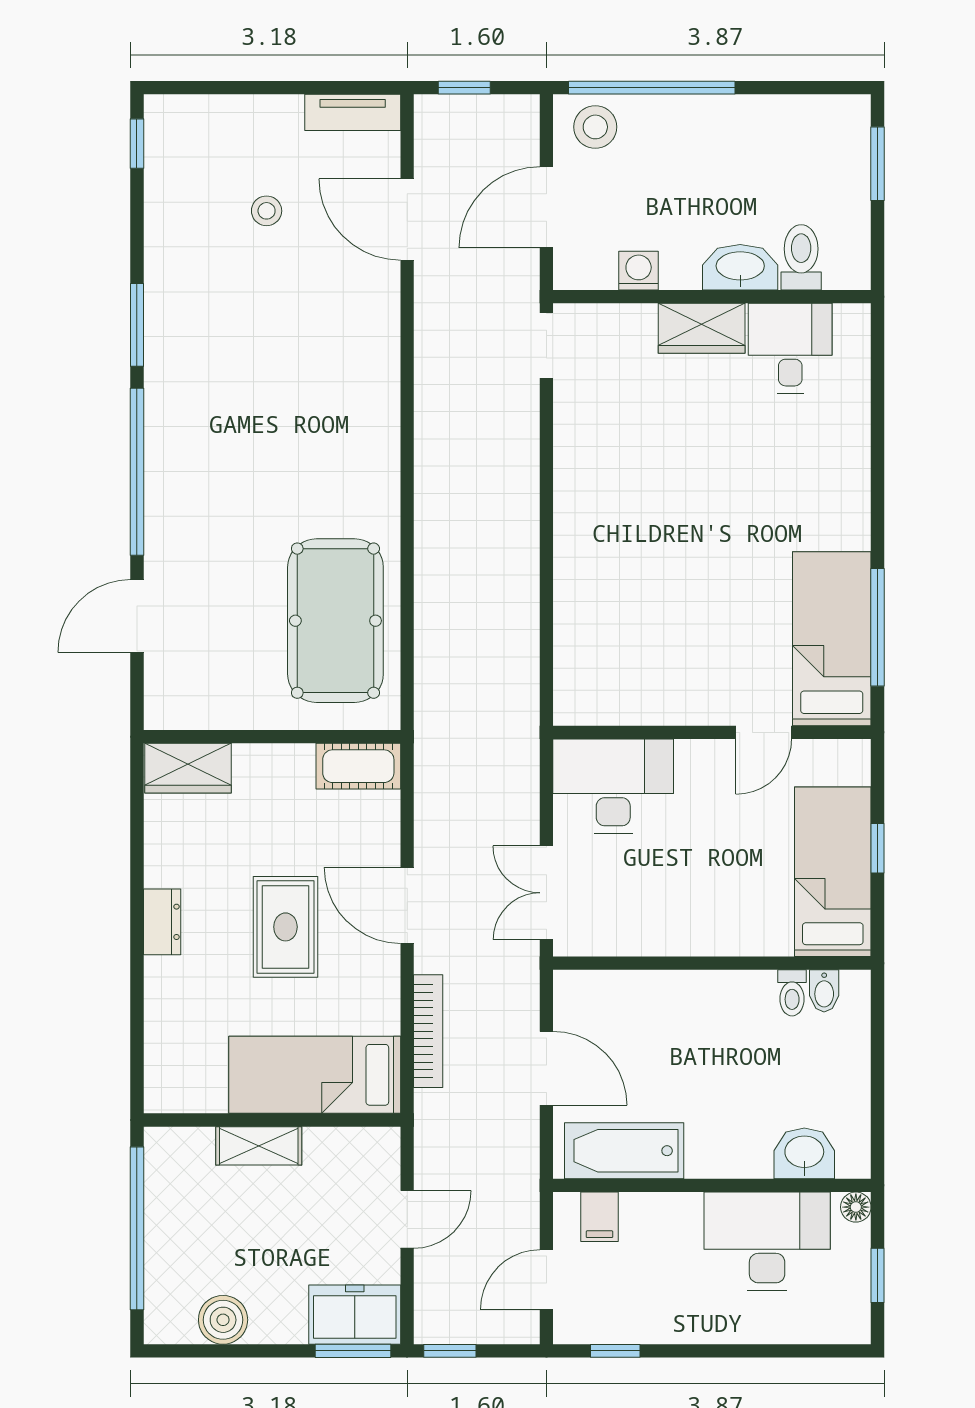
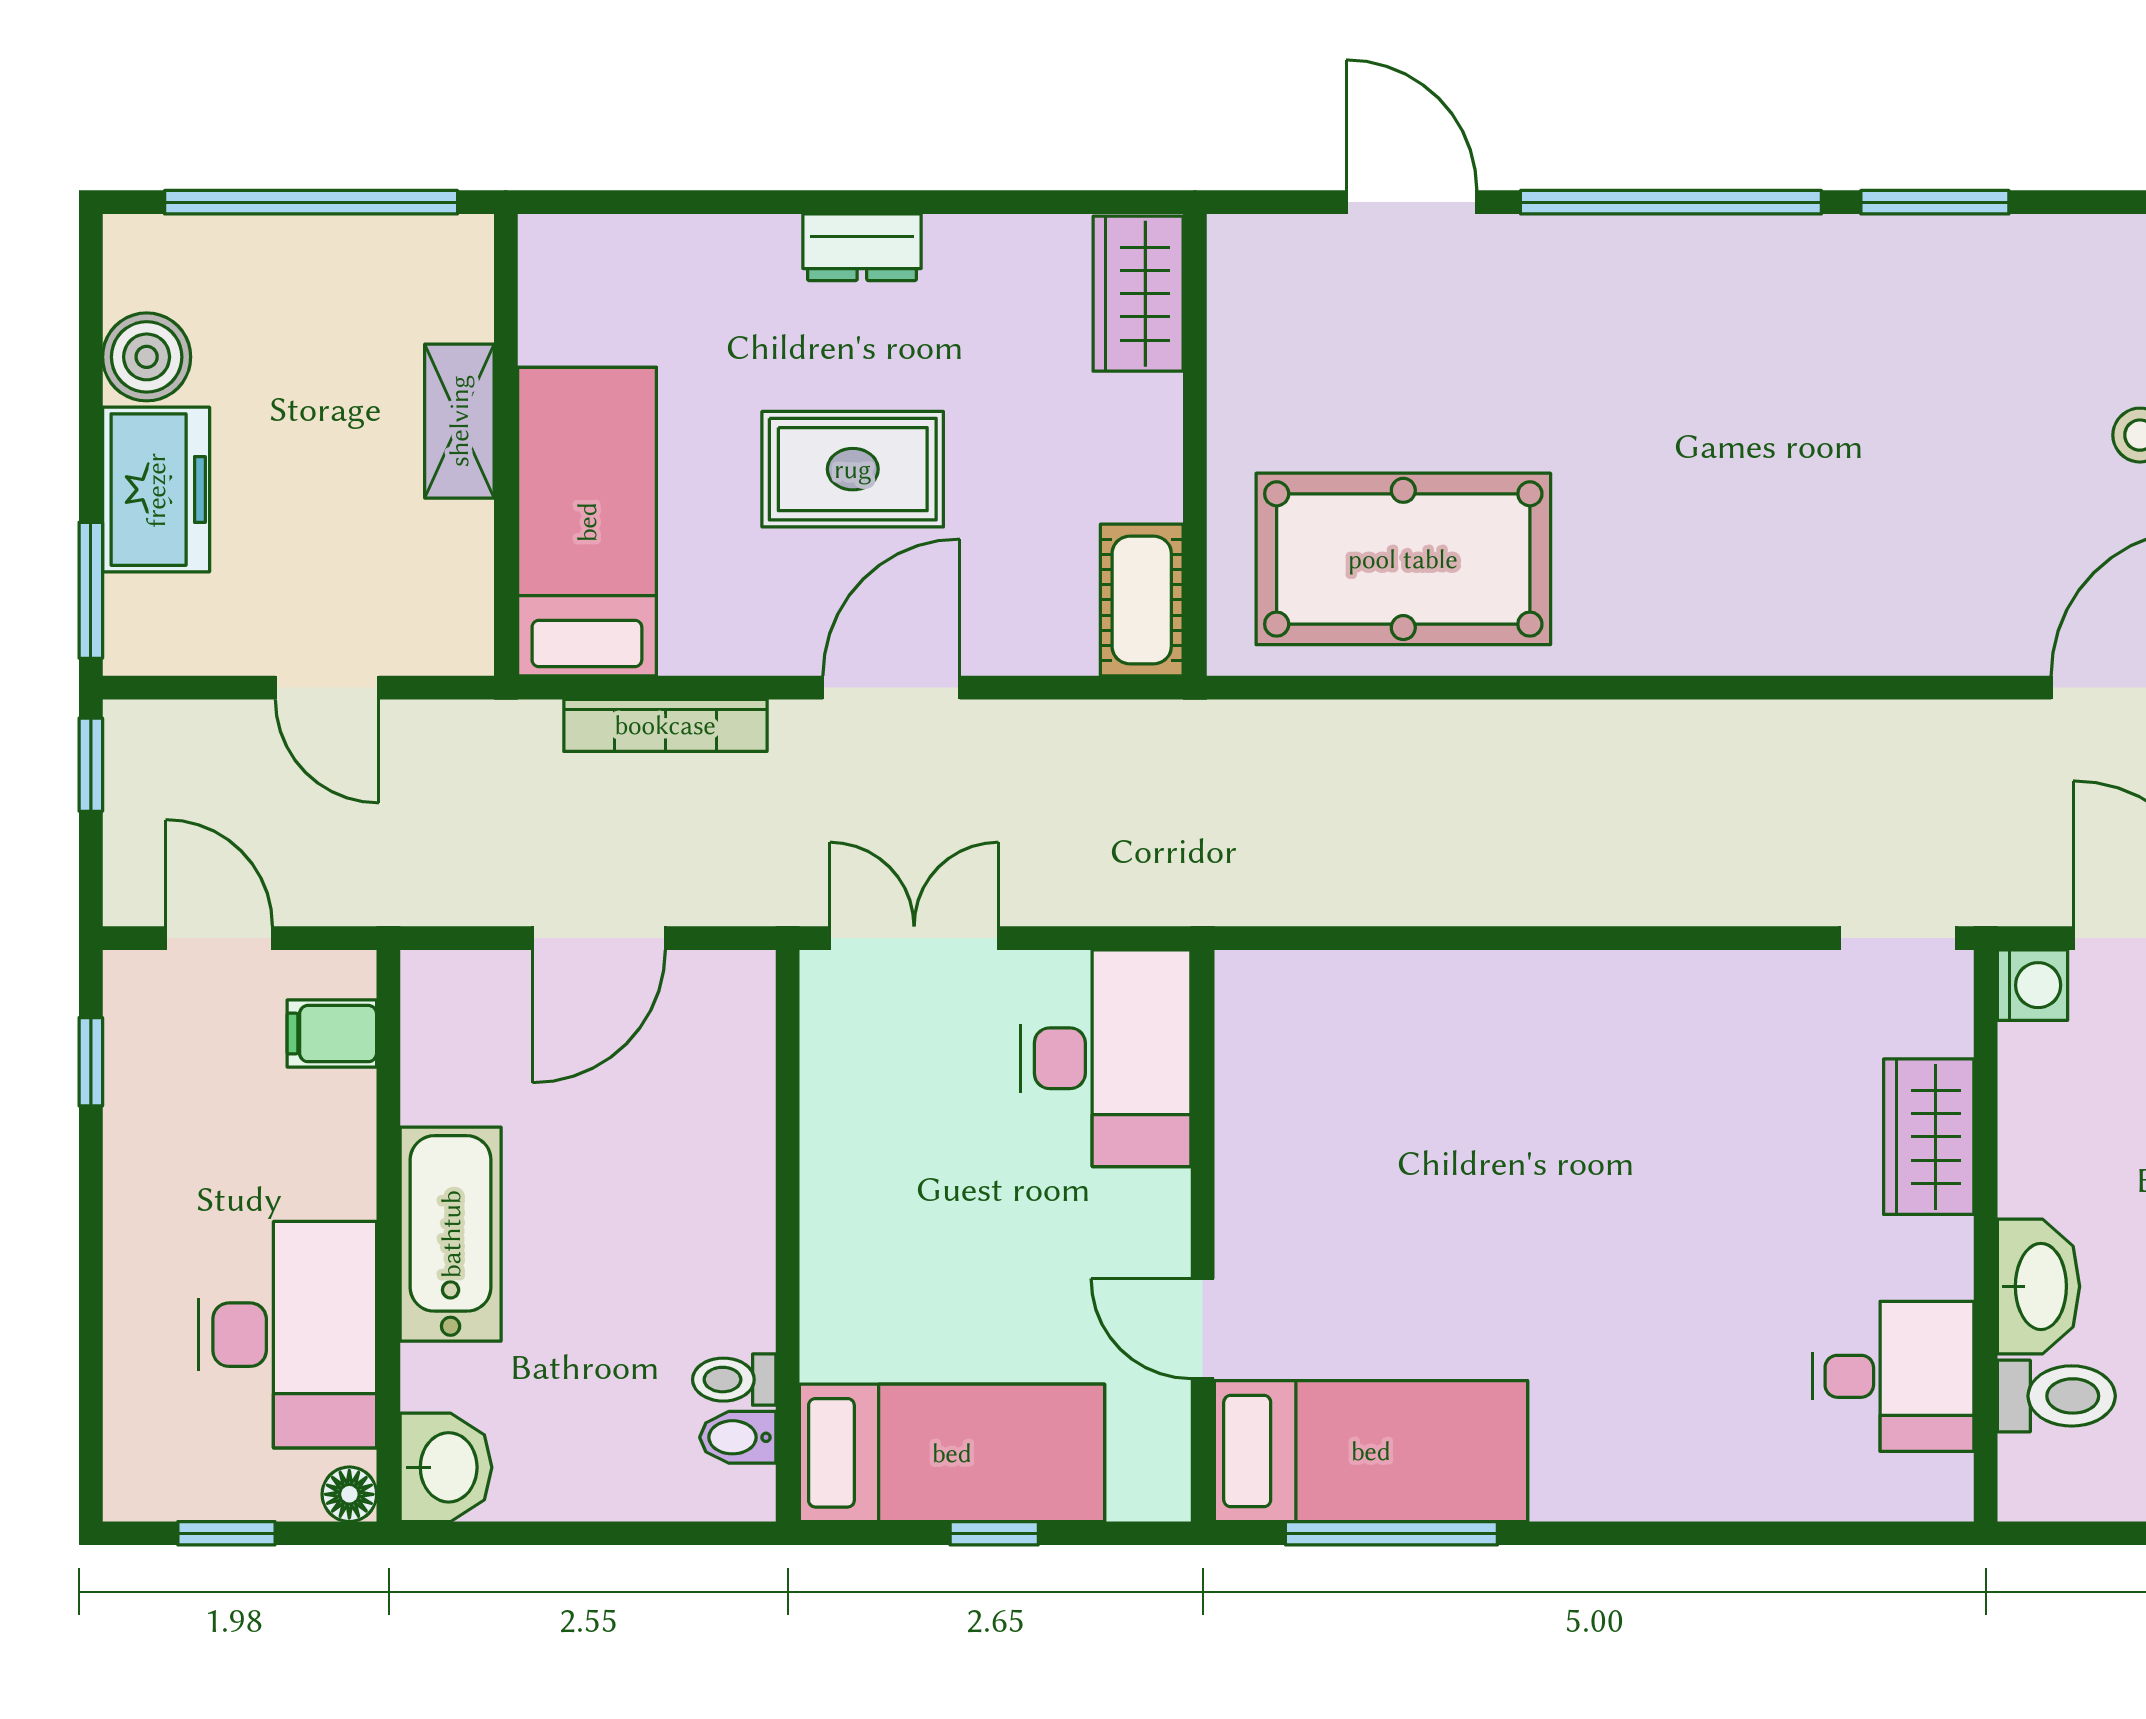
washing machine: (639, 271) -> (2032, 985), moved
wardrobe: (702, 328) -> (1929, 1137), moved
bathtub: (624, 1151) -> (451, 1234), moved
washbasin: (804, 1153) -> (446, 1467), moved
freezer: (355, 1315) -> (156, 490), moved

